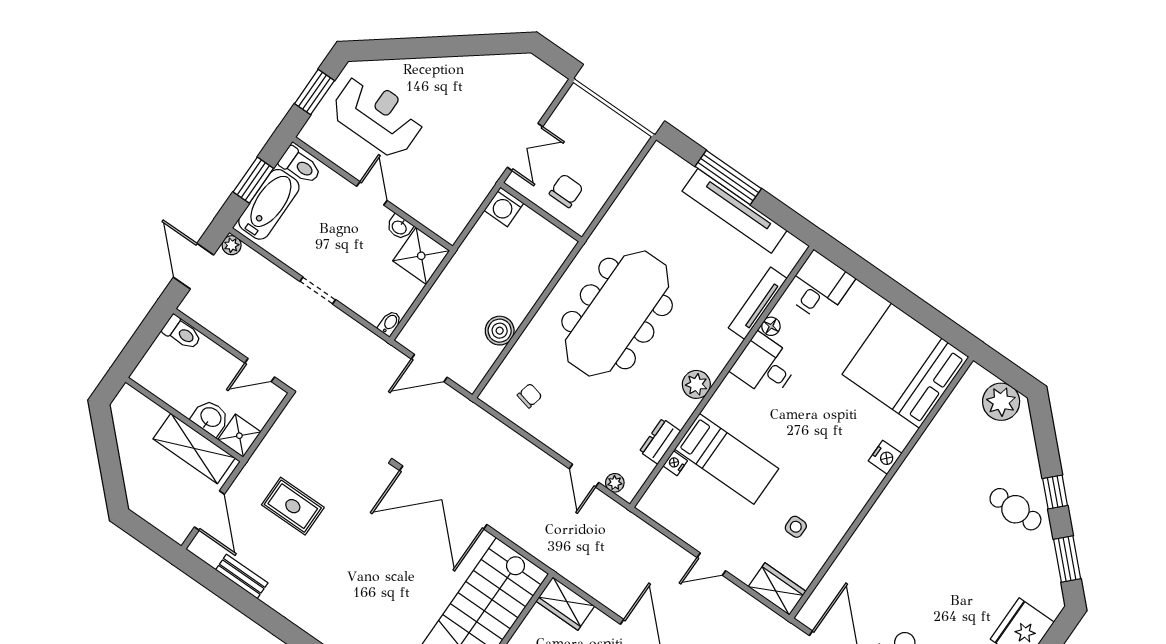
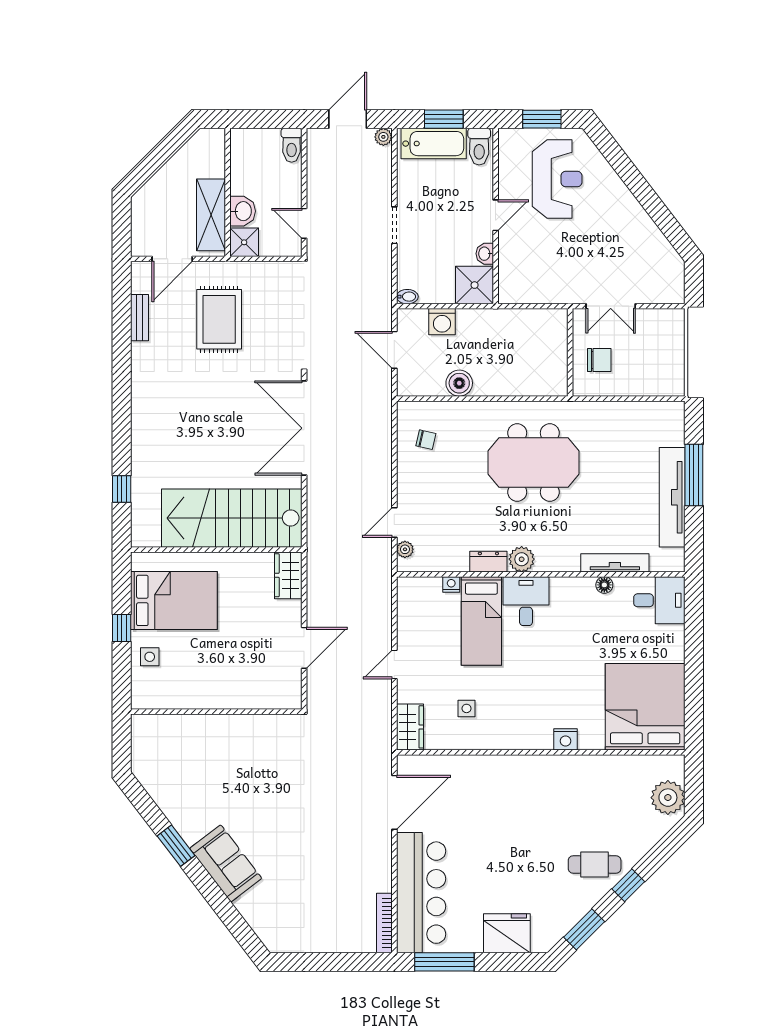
washing machine: (504, 207) -> (442, 322), moved, turned -90
meeting table: (617, 314) -> (534, 463), width x0.73
desk: (765, 366) -> (526, 601), moved
dresser: (660, 441) -> (488, 562), moved
rug: (293, 506) -> (219, 319), width x1.36, depth x1.43
cafe table: (1015, 509) -> (595, 865), turned 90
door: (711, 564) -> (394, 664), hinge flipped

